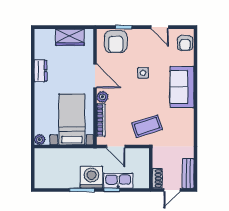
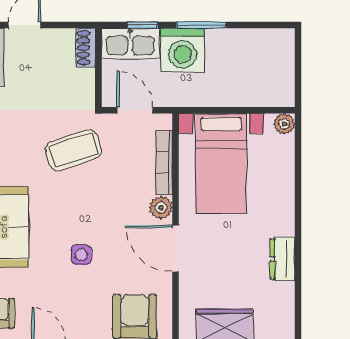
wall: (151, 168) -> (98, 68), moved
shoe rack: (157, 178) -> (86, 48), moved

